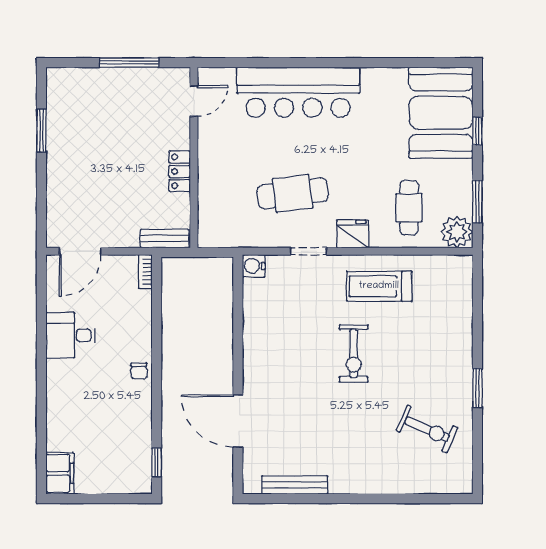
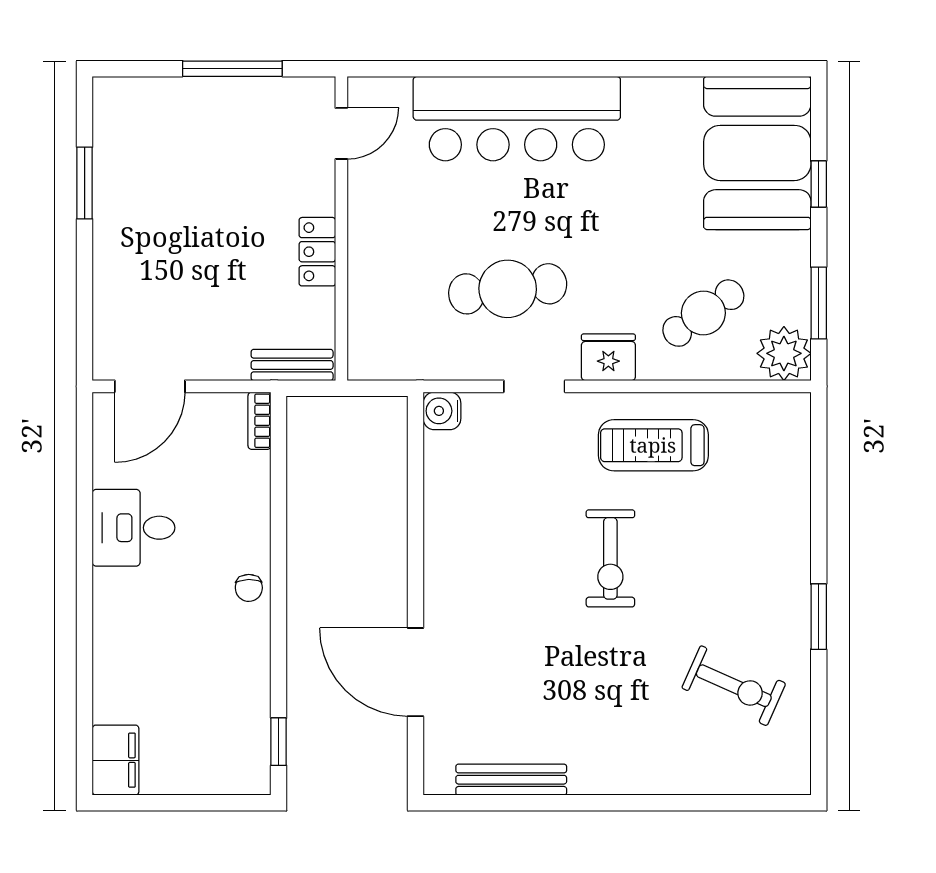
cafe table: (409, 208) -> (703, 313), turned 55

